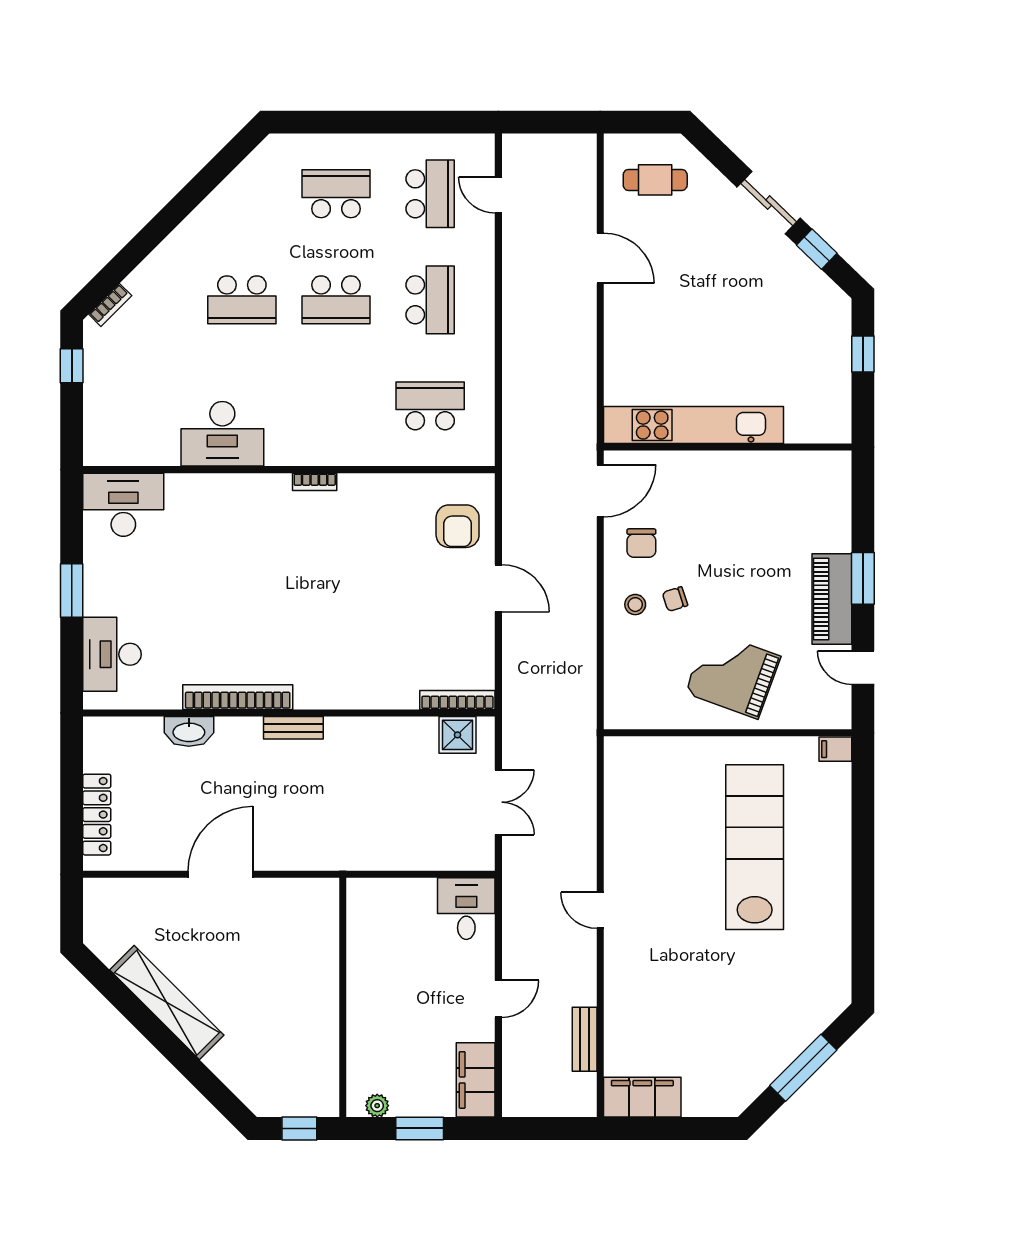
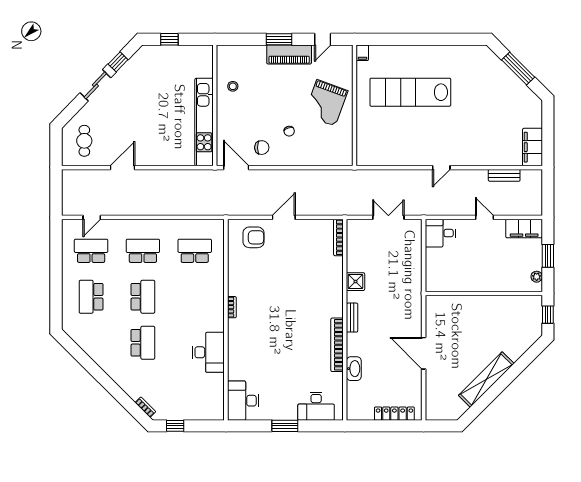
school desk: (430, 406) -> (195, 251), turned 90
stool: (635, 605) -> (233, 86), moved
shower: (458, 735) -> (355, 282), moved

